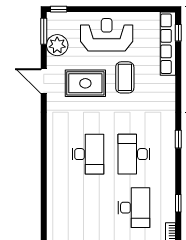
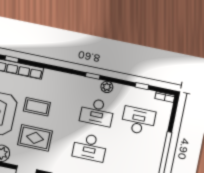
rug: (85, 83) -> (35, 138), turned 90
desk: (88, 154) -> (90, 147), turned 180
plant: (168, 160) -> (107, 87), added

